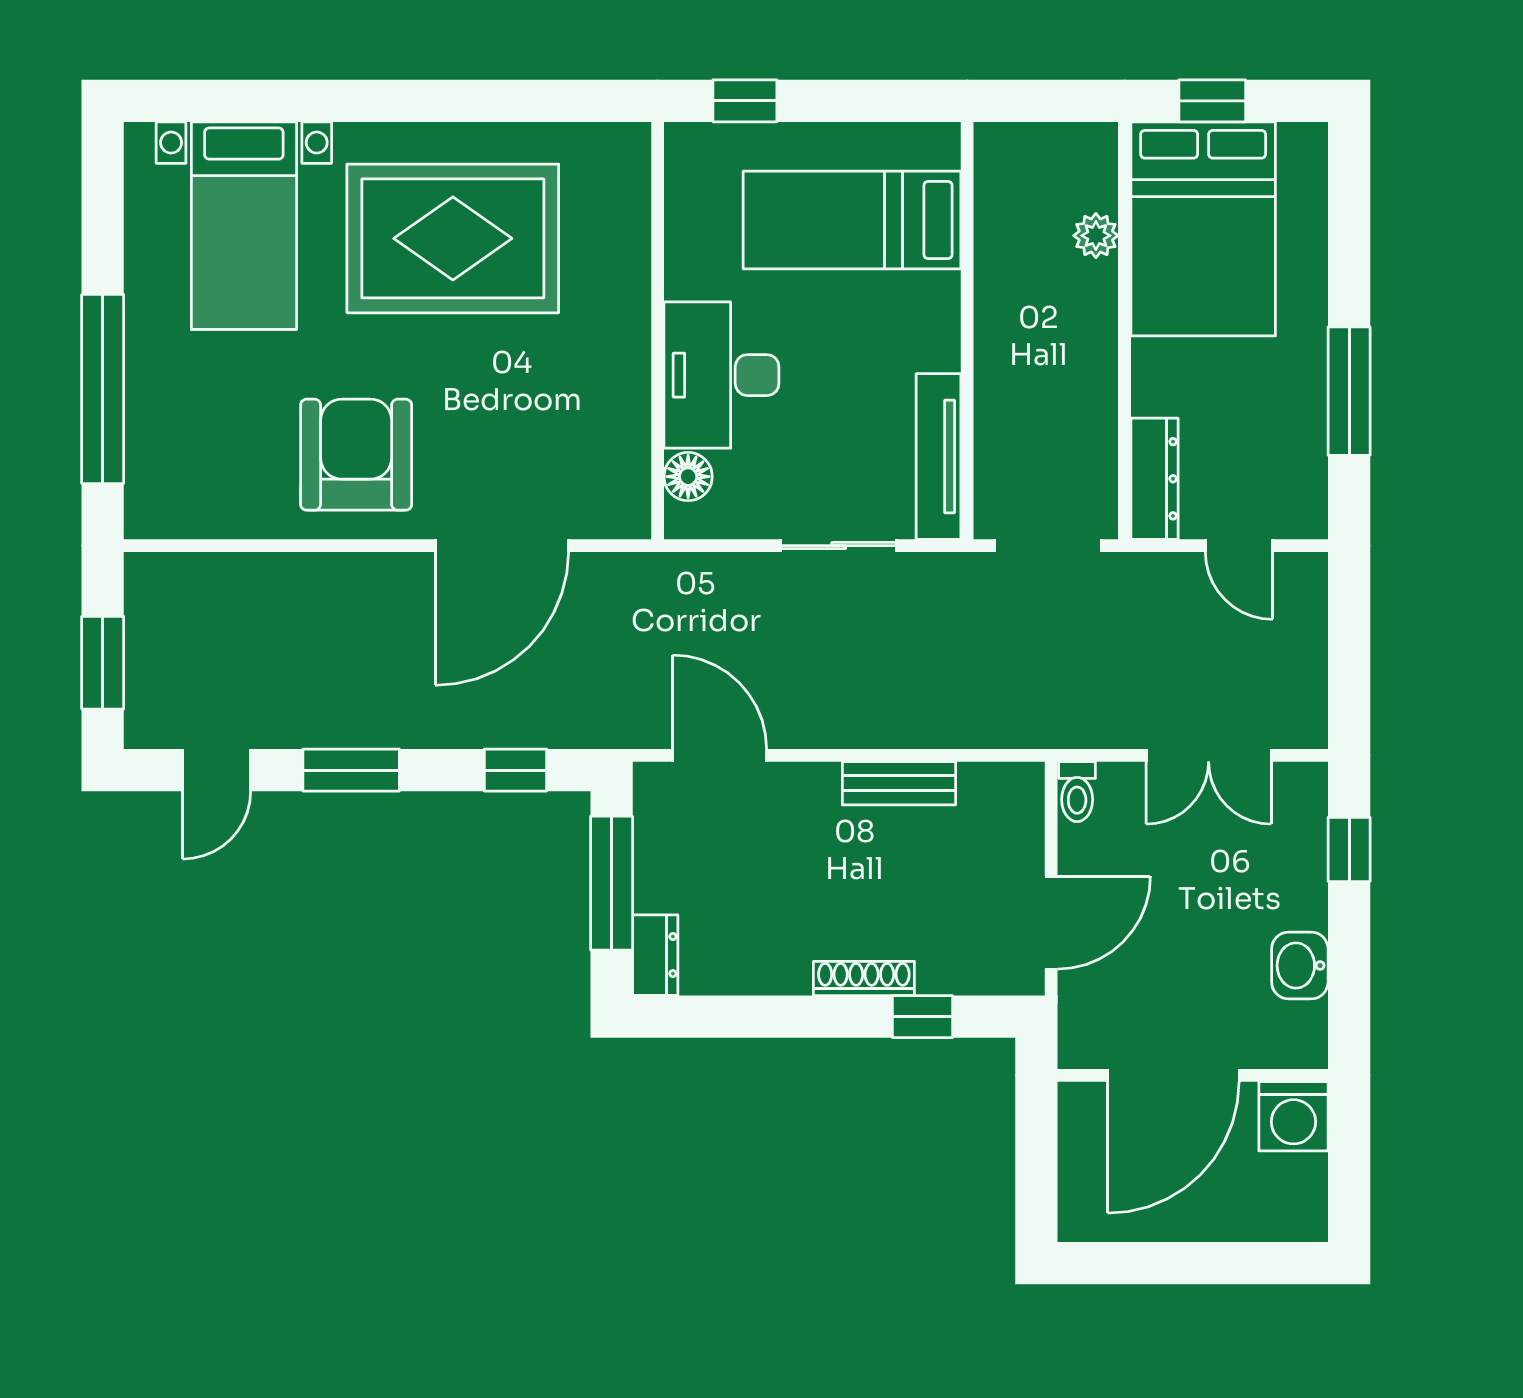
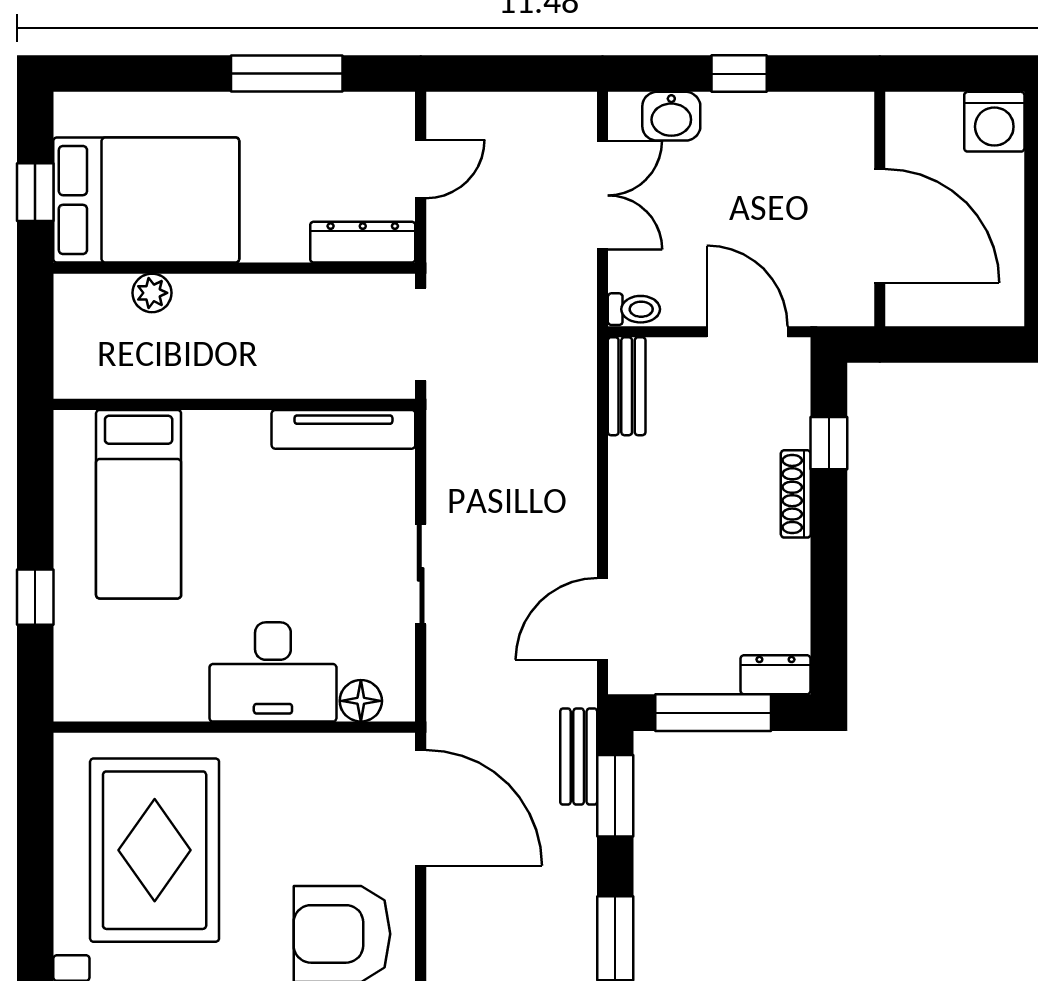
wall: (658, 331) -> (234, 727), moved
desk: (721, 375) -> (273, 672), moved
floor lamp: (688, 477) -> (361, 701), moved
sliding door: (839, 546) -> (421, 574), moved
bench: (561, 728) -> (579, 757), added
window: (515, 770) -> (615, 796), width x1.50
bench: (899, 783) -> (627, 386), moved
window: (1349, 849) -> (739, 74), moved
washbasin: (1300, 965) -> (671, 116), moved
washing machine: (1293, 1116) -> (994, 122), moved, turned 90

